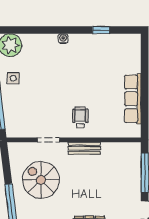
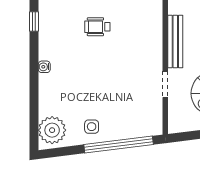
wheelchair: (80, 117) -> (97, 27), moved
bench: (84, 148) -> (175, 42), width x1.36

